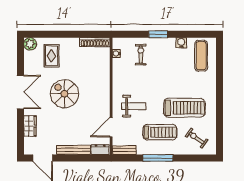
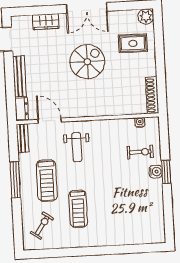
water cooler: (181, 43) -> (156, 172), moved
exercise mat: (201, 56) -> (143, 226), removed
treadmill: (184, 108) -> (78, 209), width x0.73, depth x0.73

